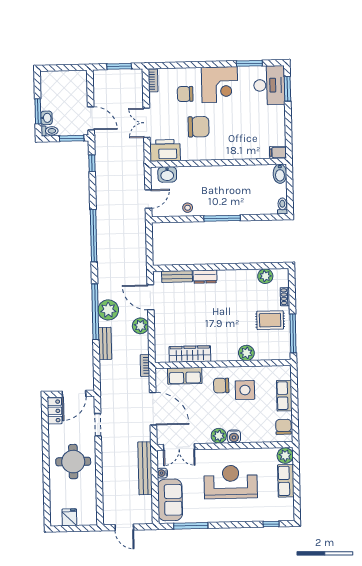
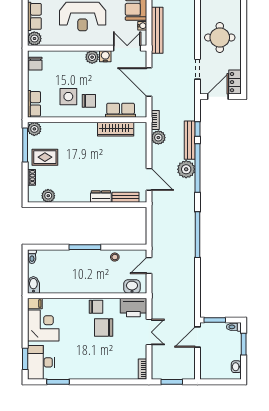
corner desk: (220, 85) -> (43, 326), moved, turned 90
chair: (185, 94) -> (96, 307), moved
washbasin: (46, 118) -> (236, 367), moved
door: (91, 118) -> (197, 337), hinge flipped
window: (92, 163) -> (197, 129), moved
plant: (140, 326) -> (158, 138), moved
bench: (105, 343) -> (190, 140), width x1.36
plant: (246, 353) -> (34, 129), moved
row of seats: (284, 396) -> (34, 104), moved
water cooler: (234, 436) -> (105, 56), moved

